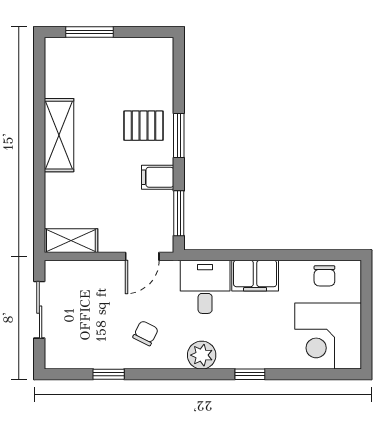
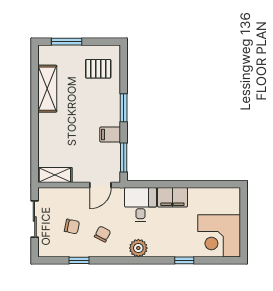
pallet: (144, 126) -> (98, 69), moved
shelving: (59, 135) -> (47, 89), moved
chair: (324, 276) -> (72, 227), moved, turned -78
window: (250, 374) -> (184, 260), moved

